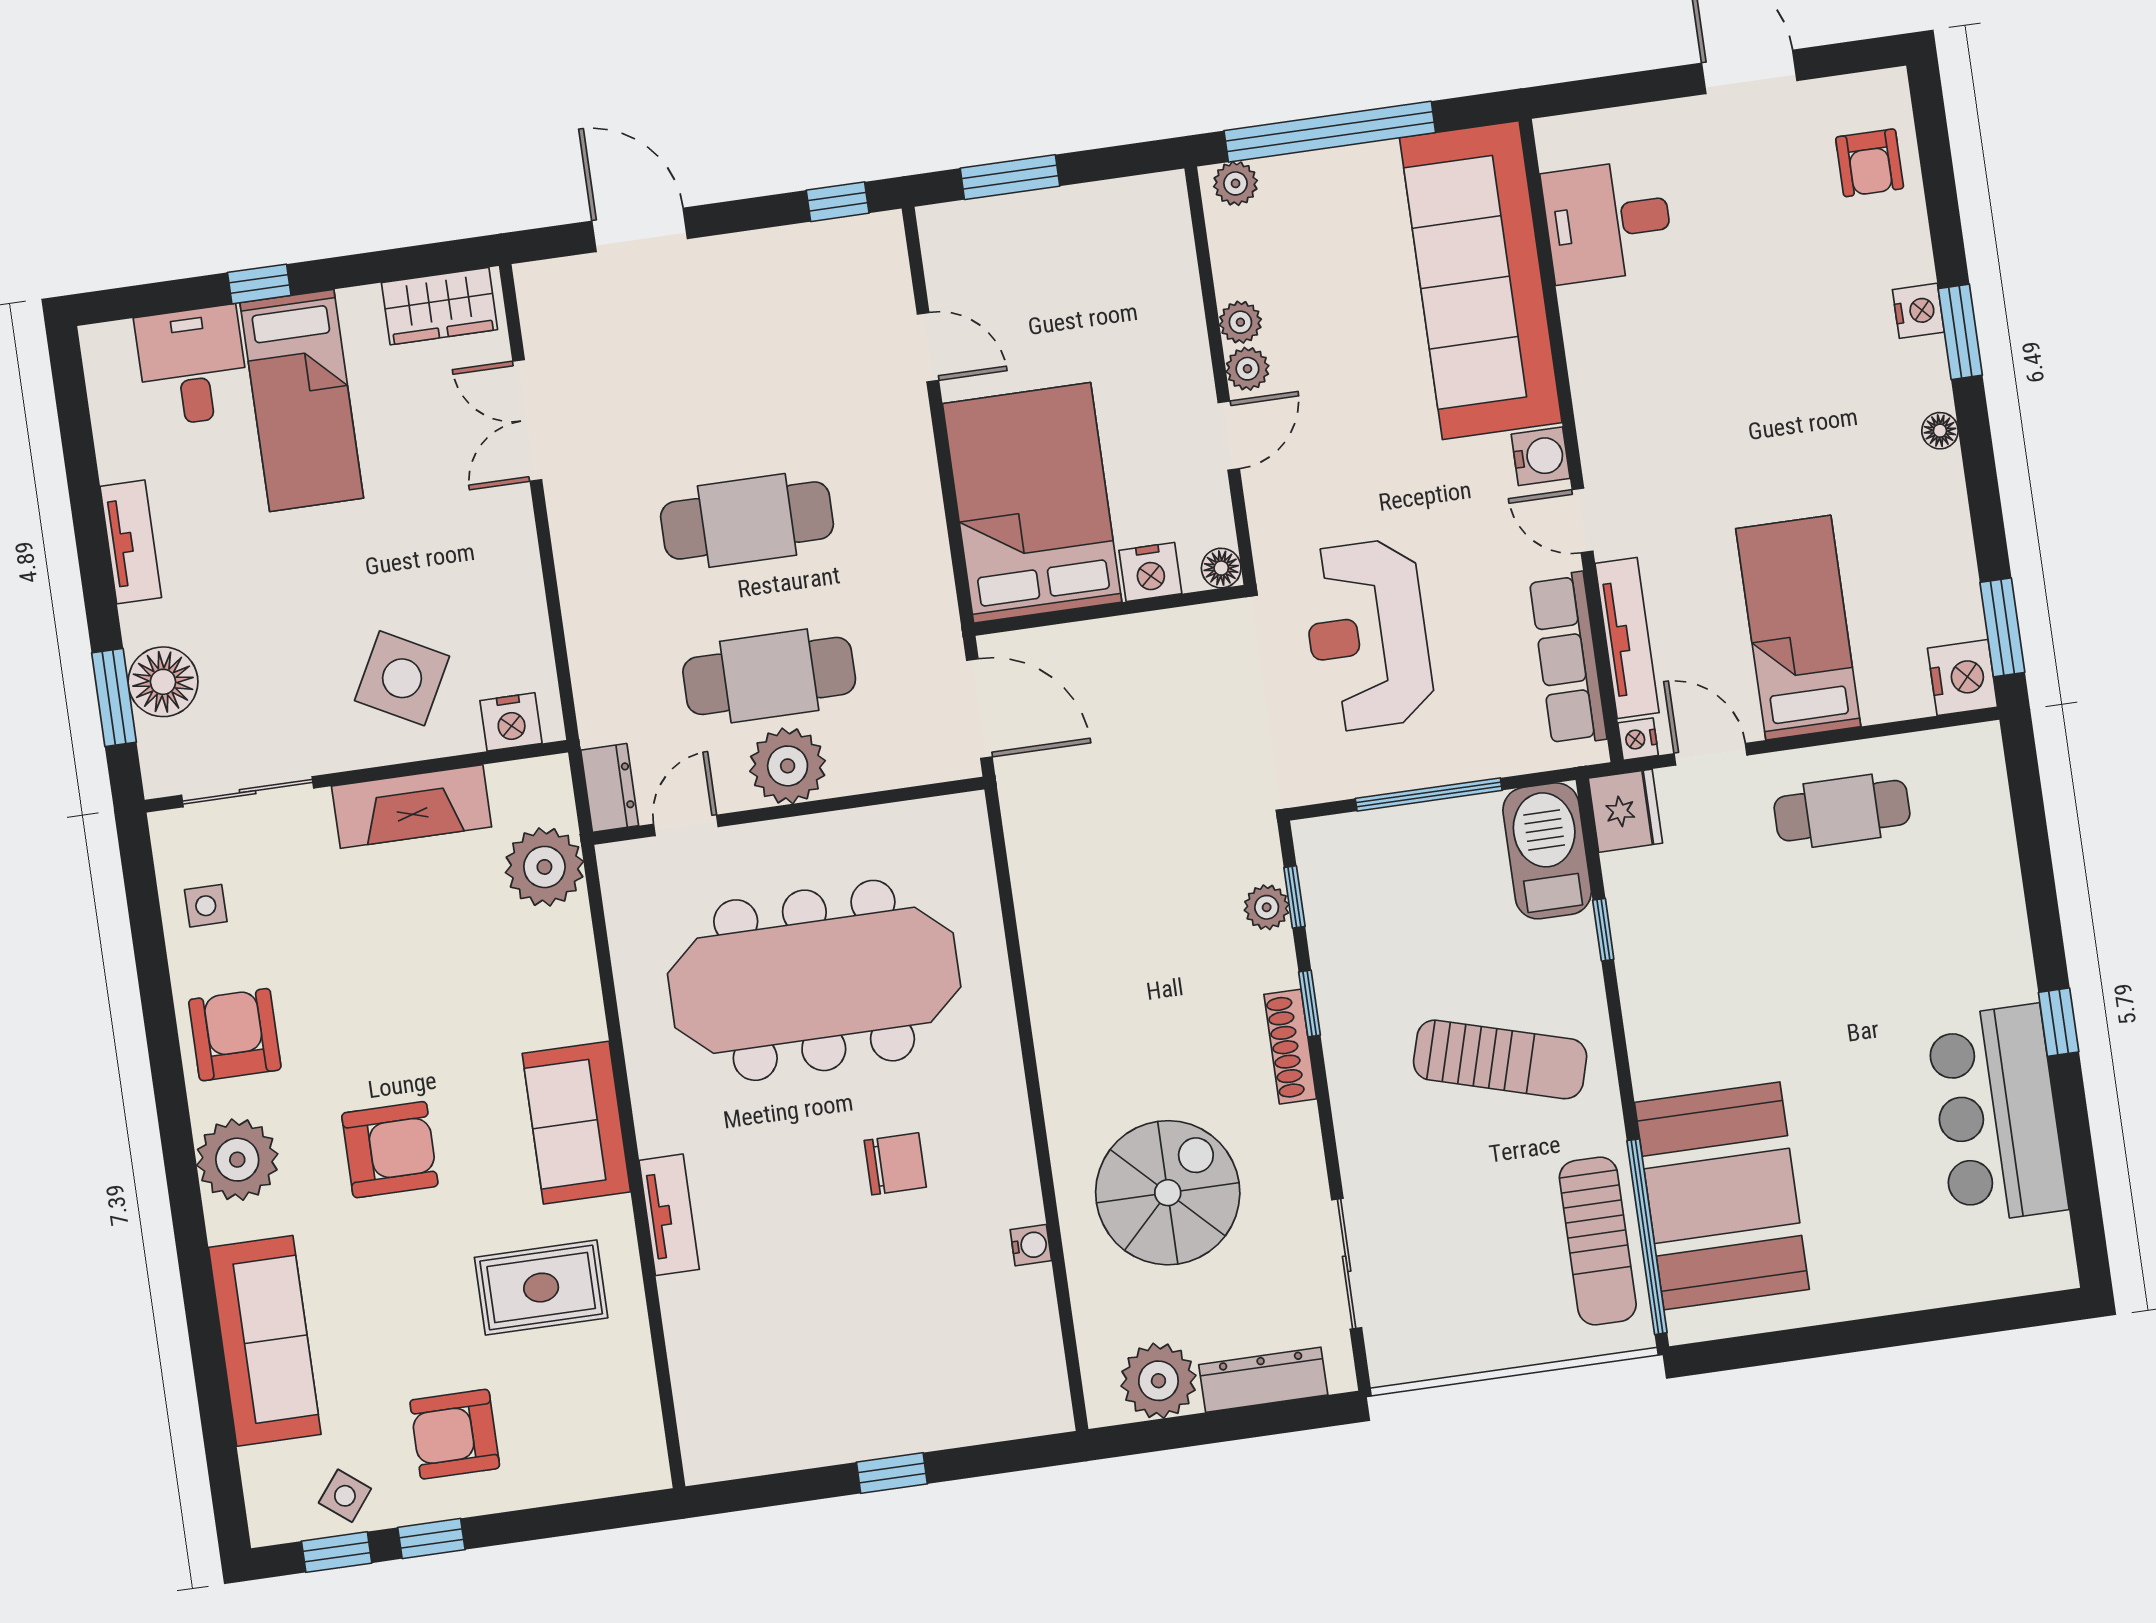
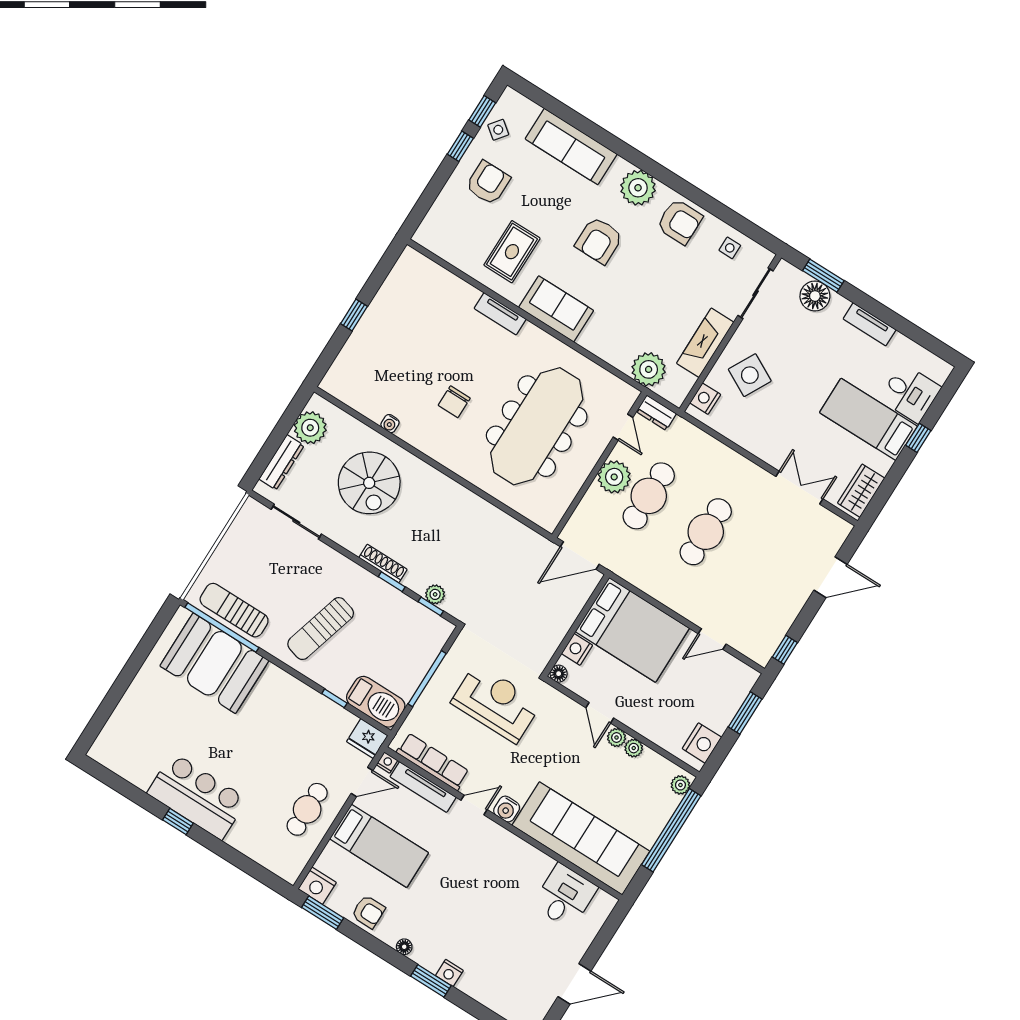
armchair: (1870, 163) -> (368, 912), moved, turned 180
nightstand: (1128, 209) -> (702, 743), added
bar counter: (1997, 1114) -> (197, 796), moved

